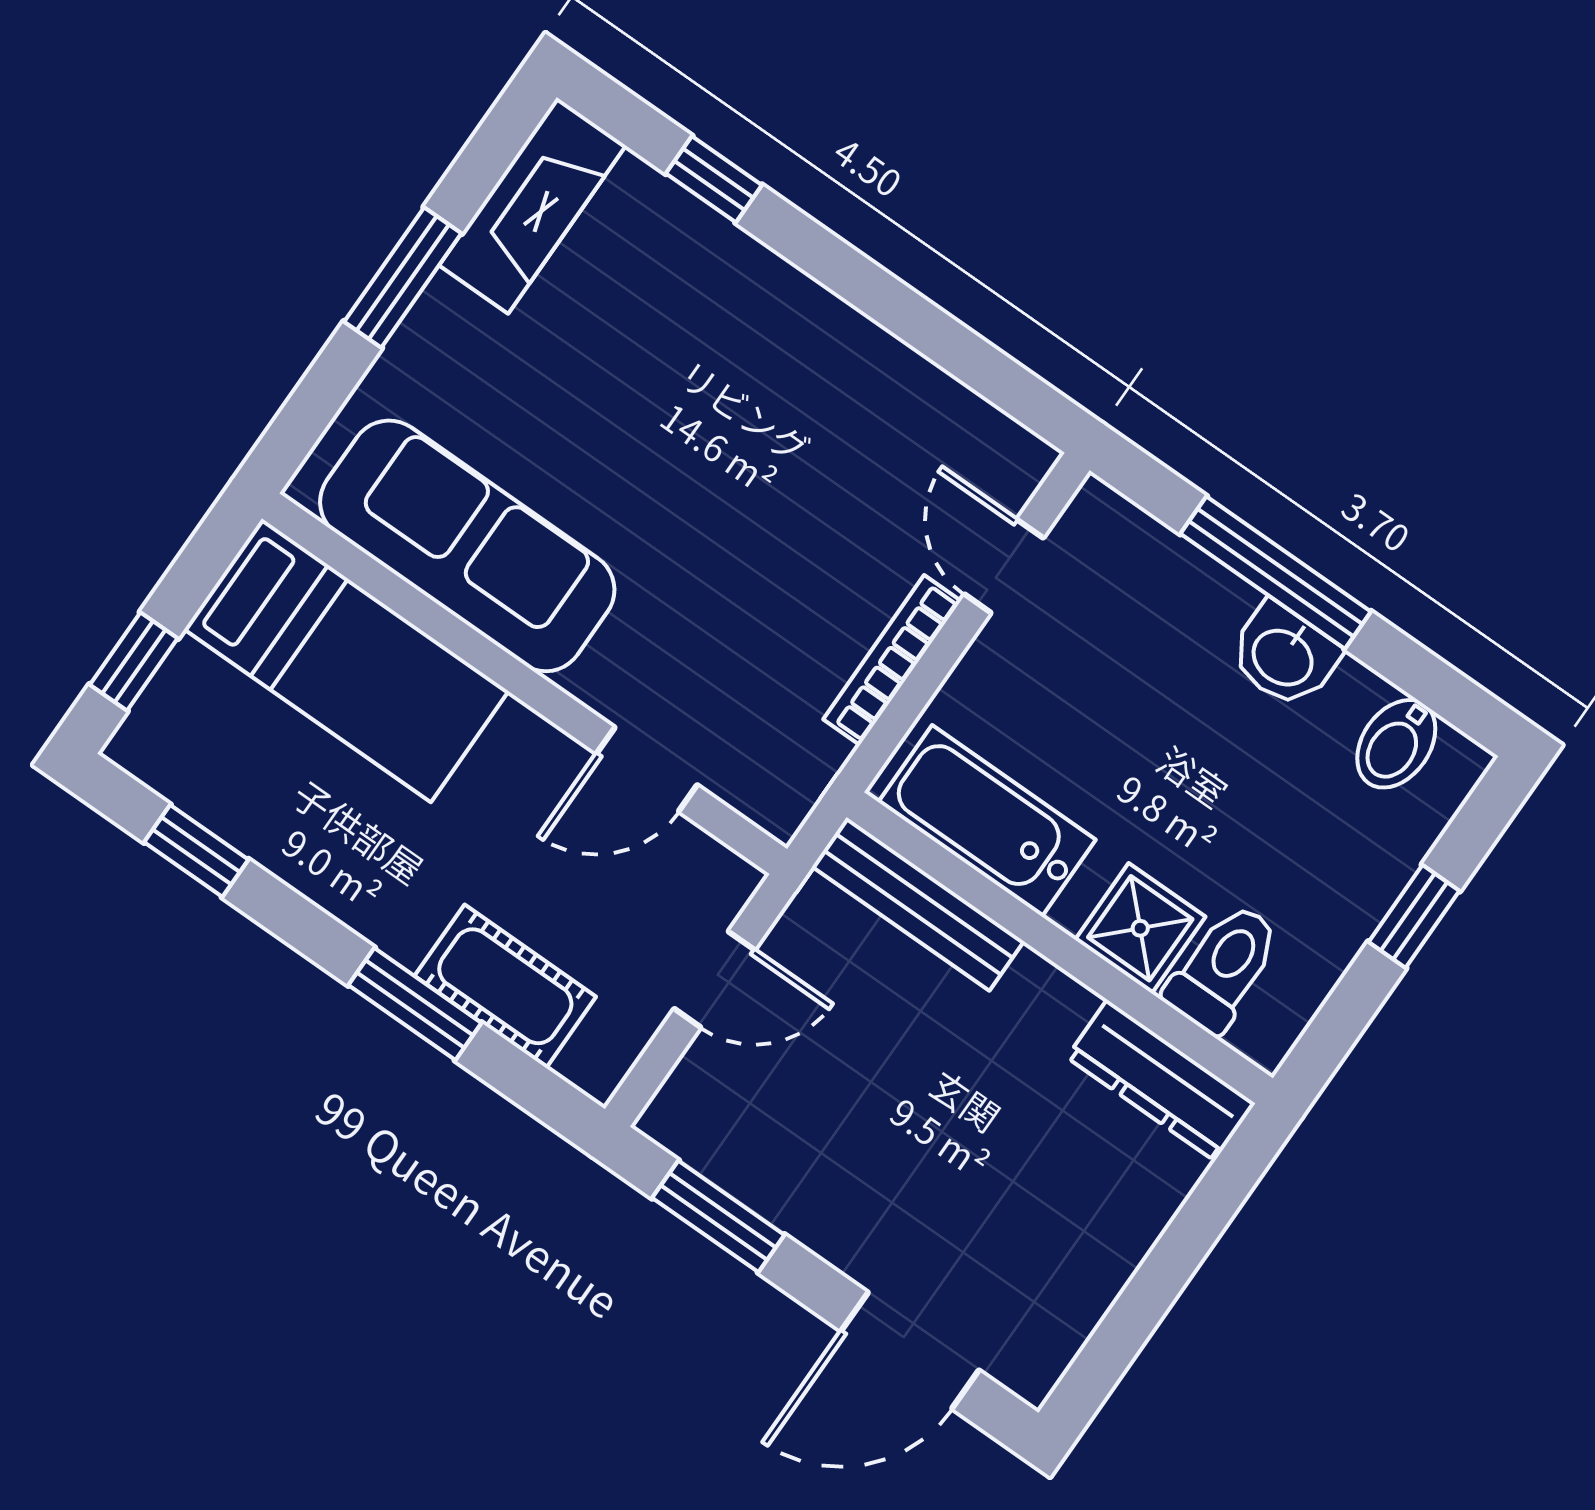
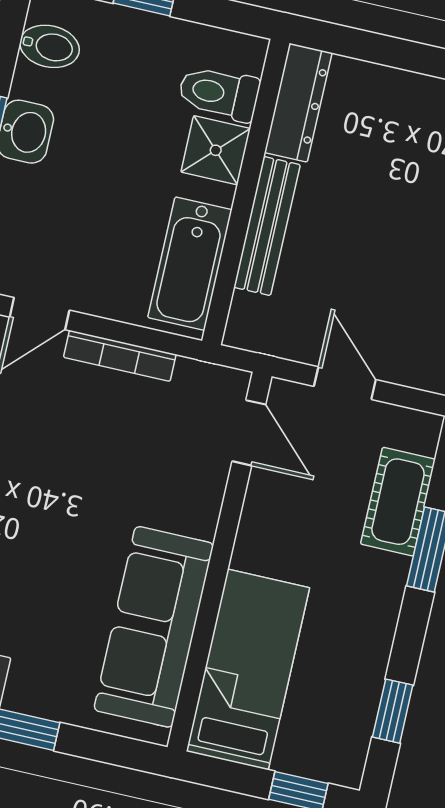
door: (647, 769) -> (249, 433), moved
bench: (918, 904) -> (267, 226), moved

